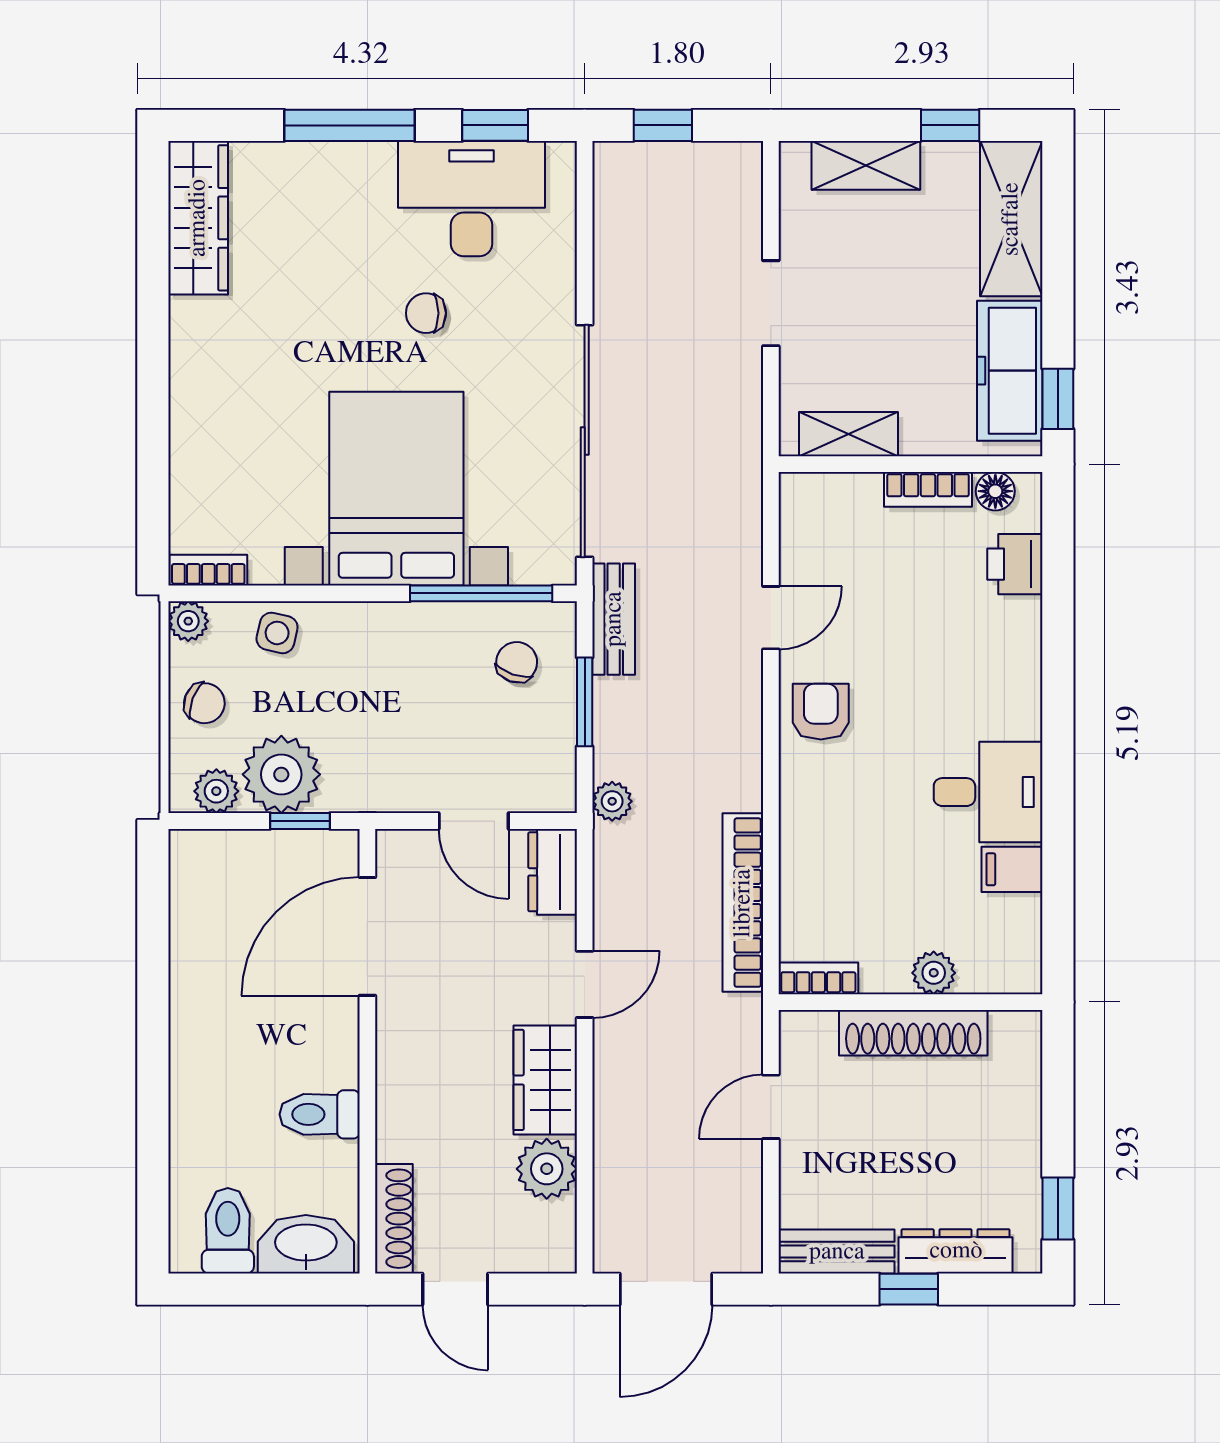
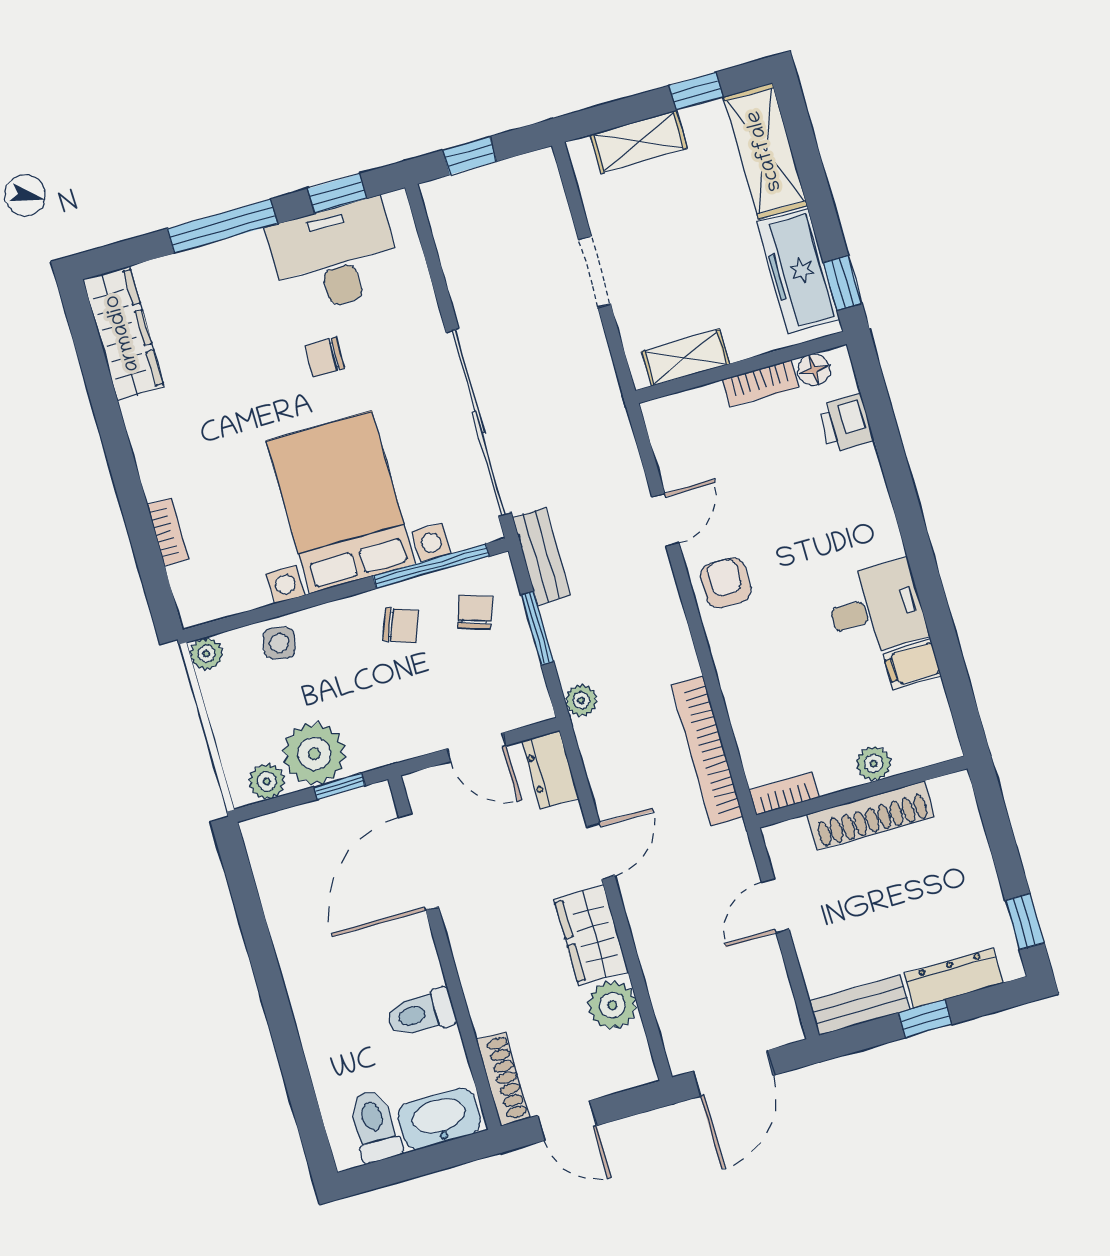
bookcase: (208, 570) -> (168, 532), moved, turned 90
chair: (204, 703) -> (401, 625), moved

